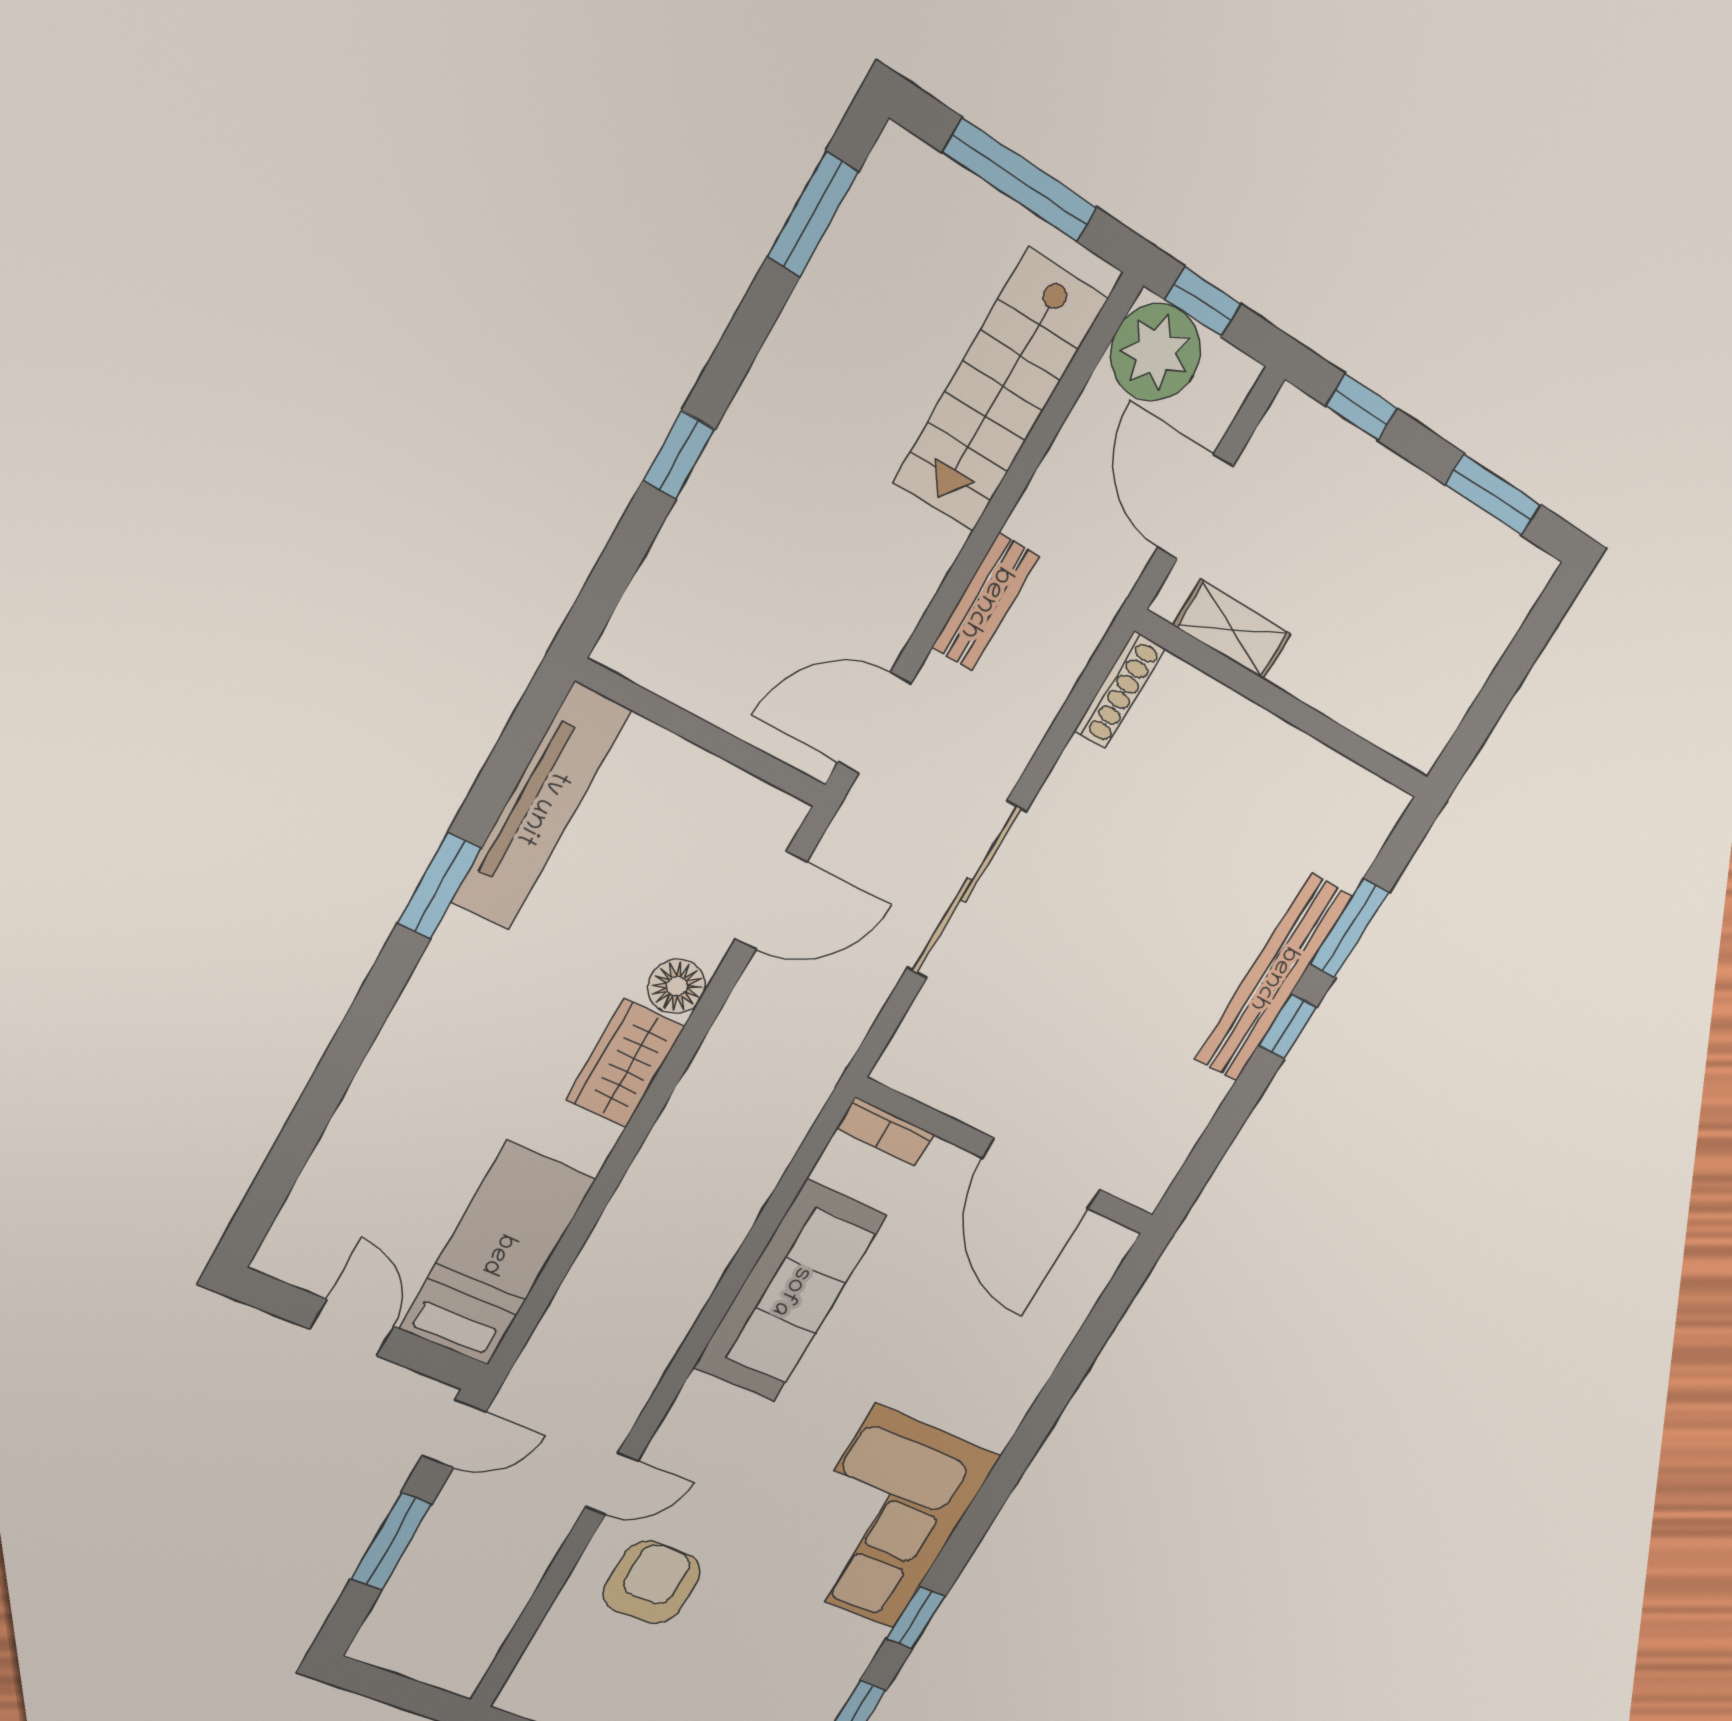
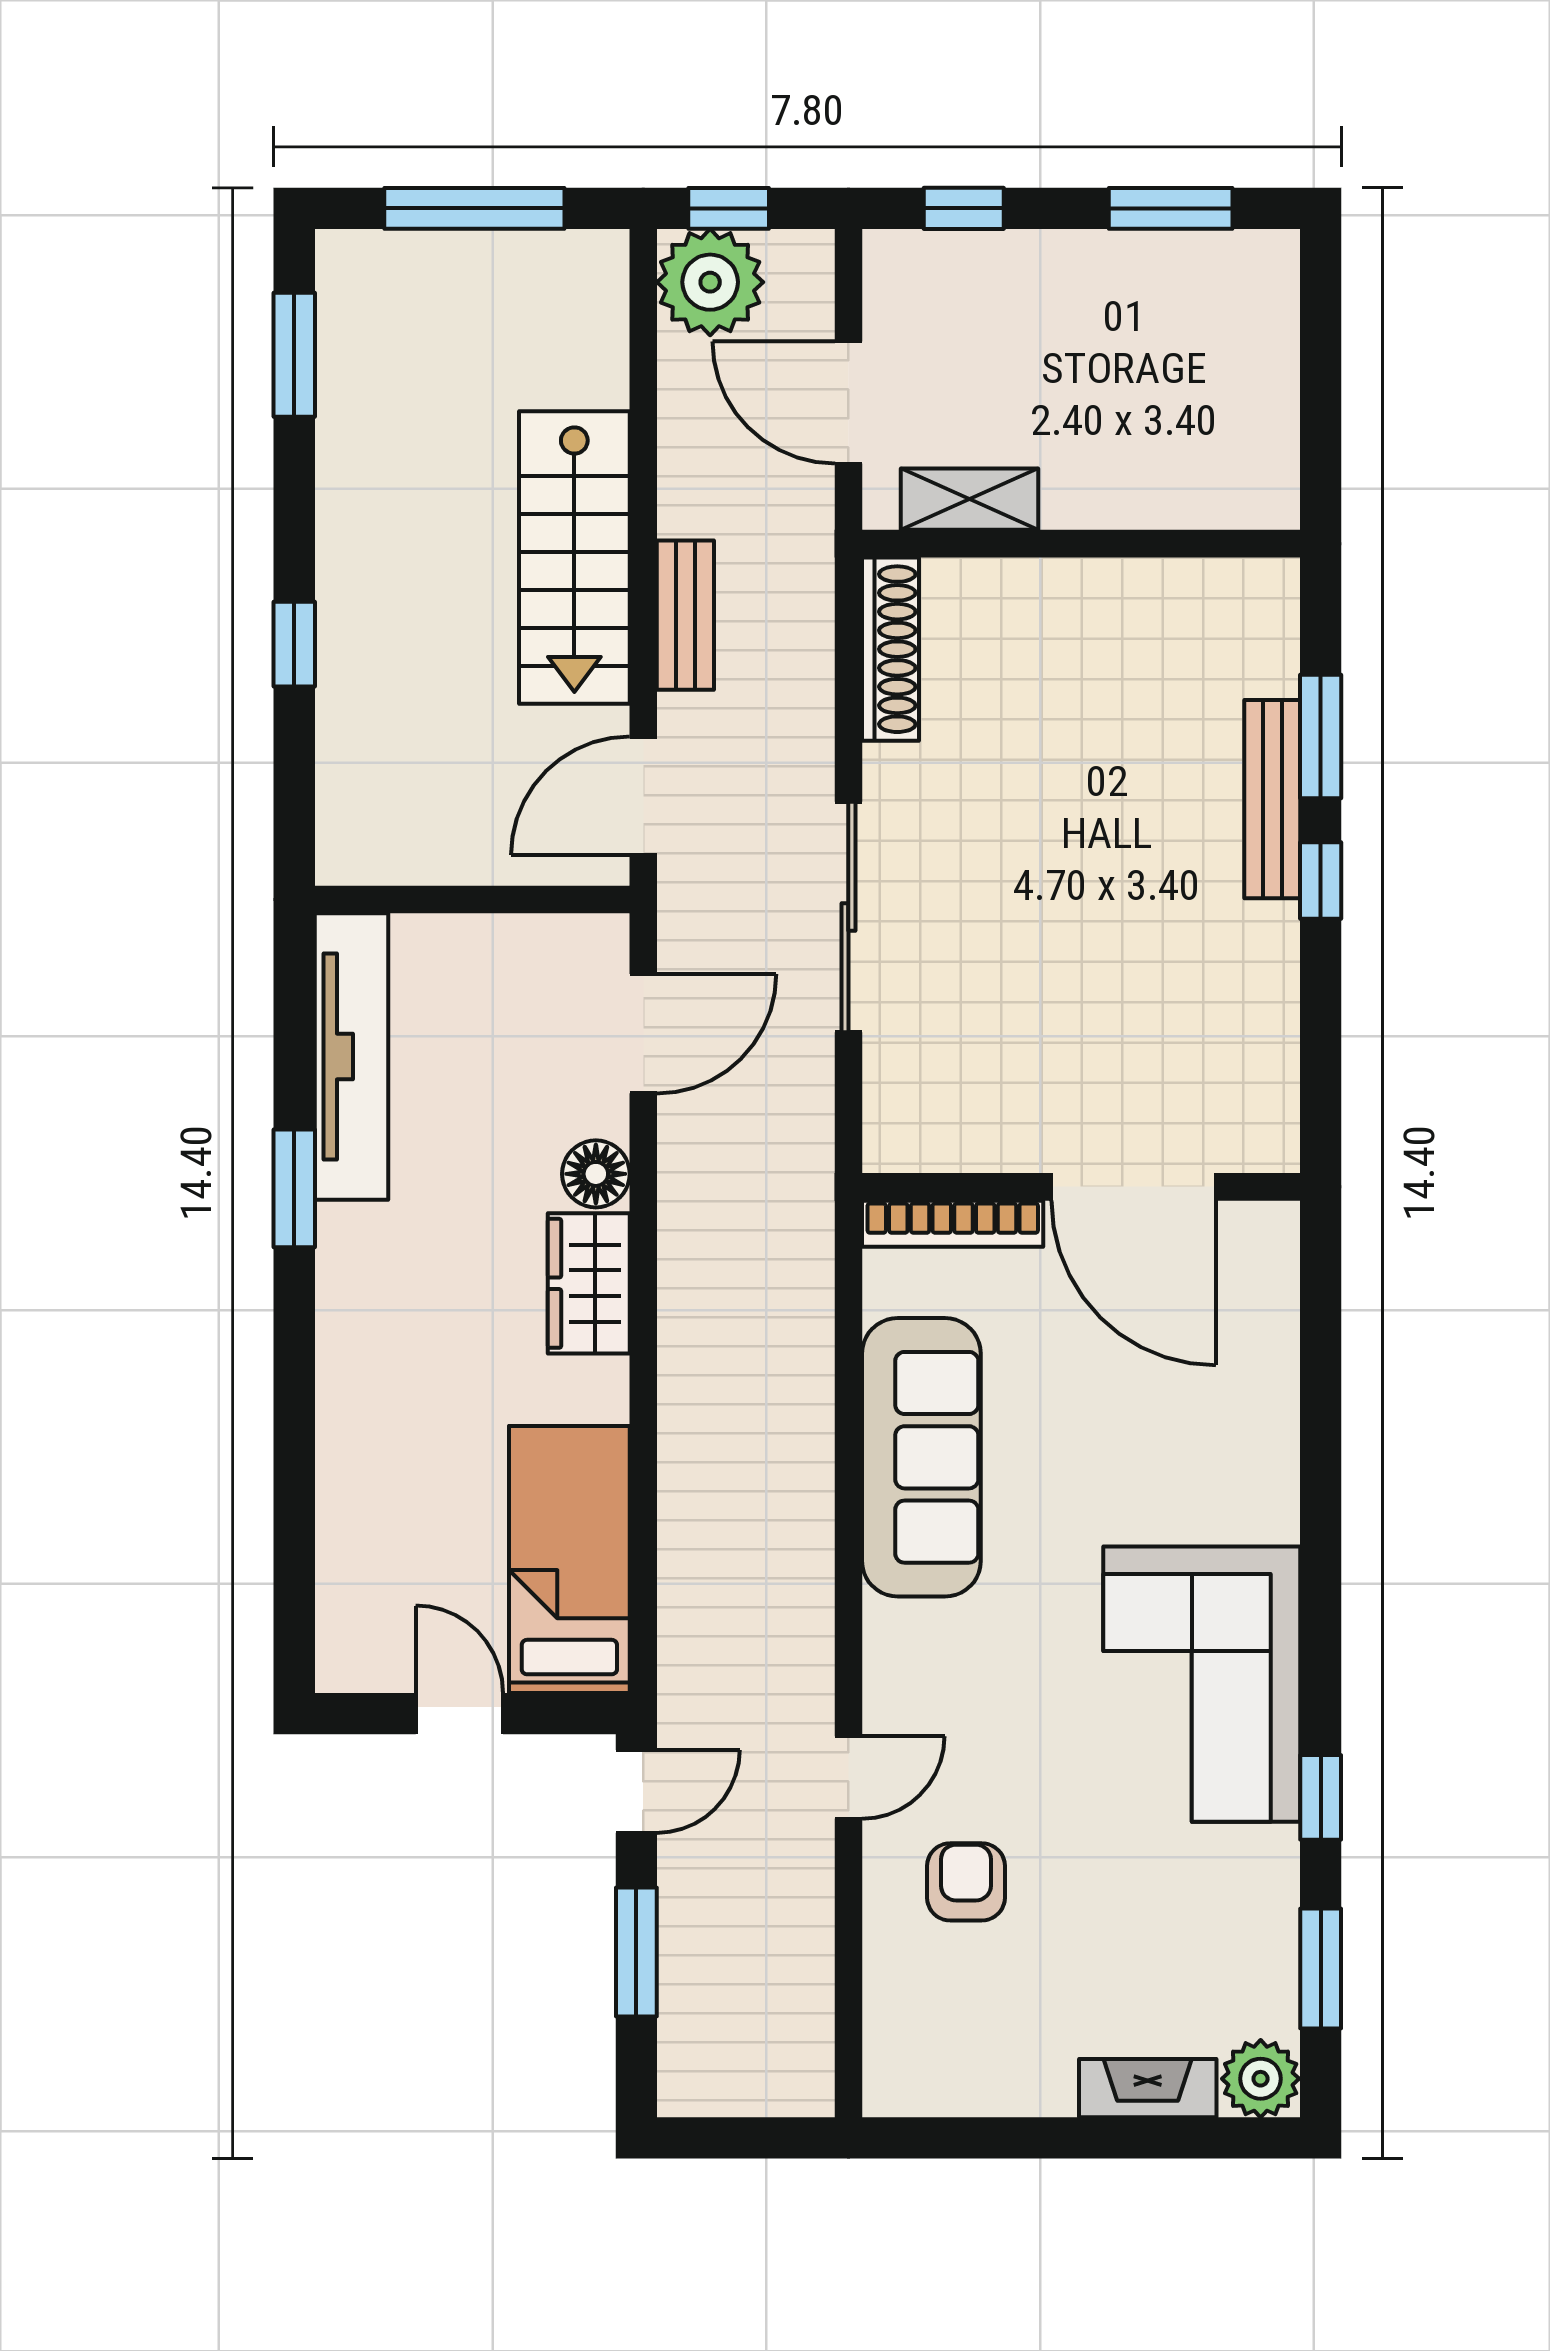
stairs: (1000, 391) -> (574, 558), moved
shoe rack: (1119, 690) -> (890, 649), width x1.36, depth x1.24
bench: (1273, 978) -> (1272, 799), width x0.73, depth x0.82
bookcase: (885, 1131) -> (953, 1224), width x1.56
armchair: (652, 1582) -> (966, 1882), width x0.72, depth x0.72

